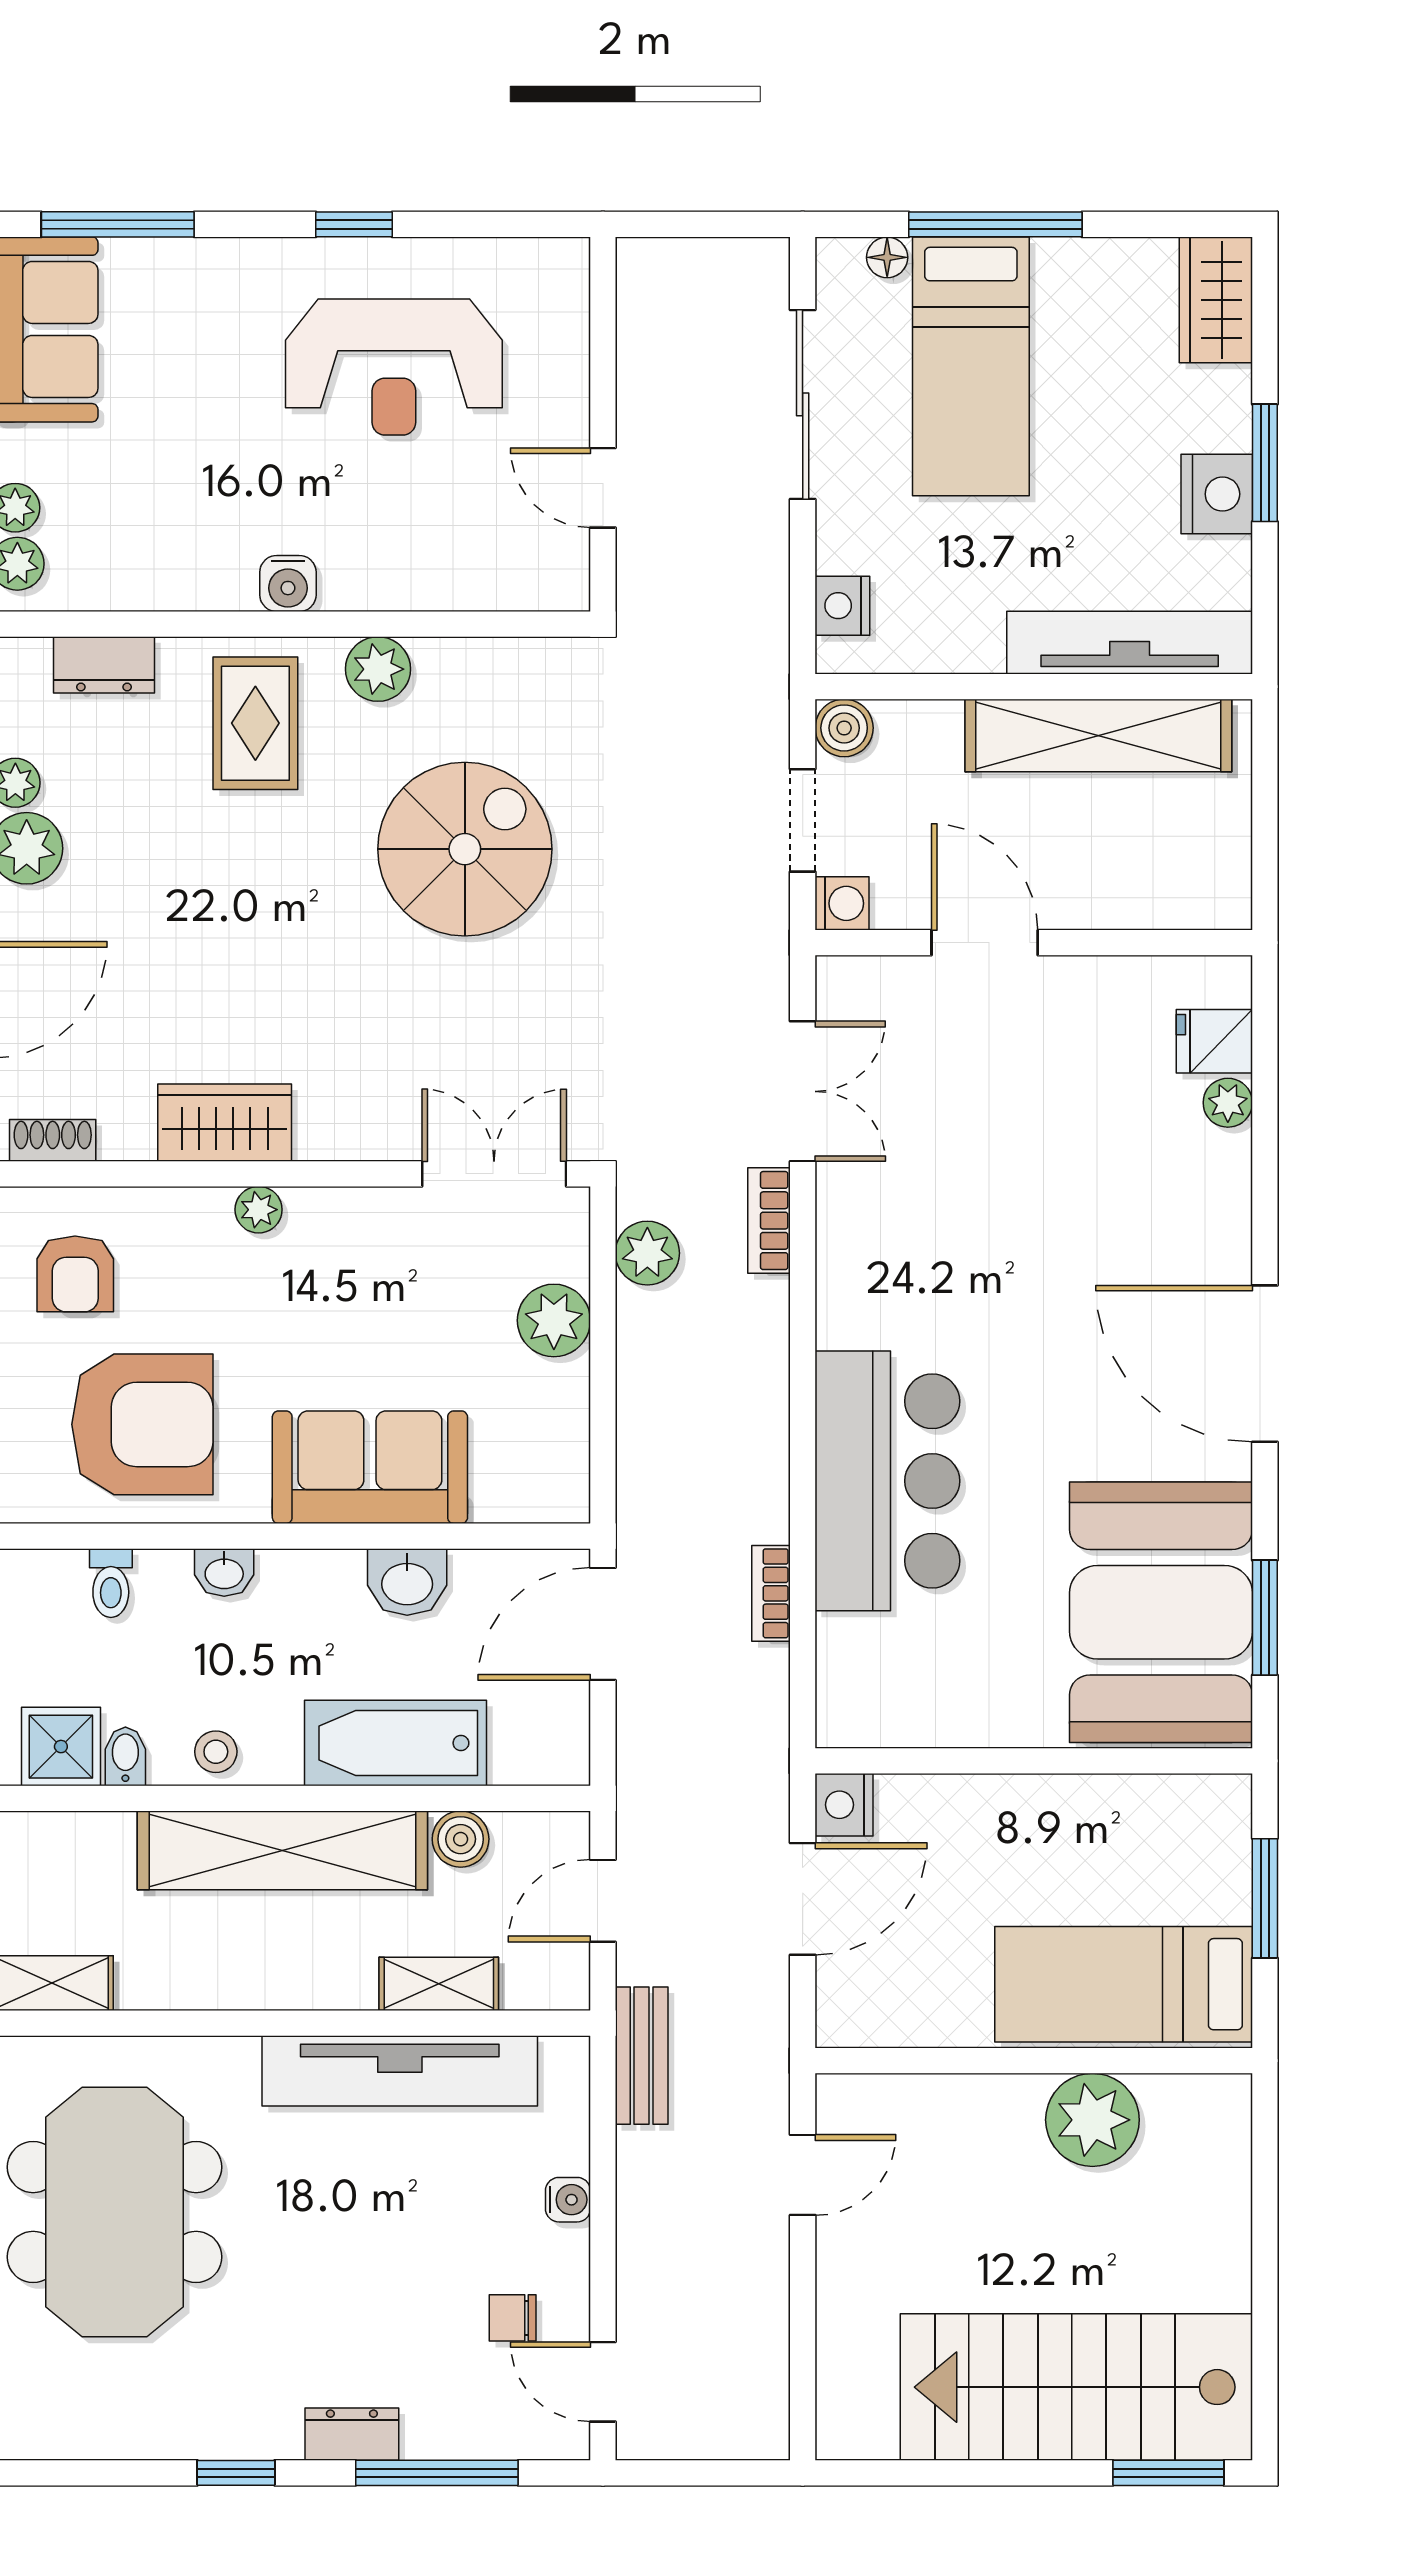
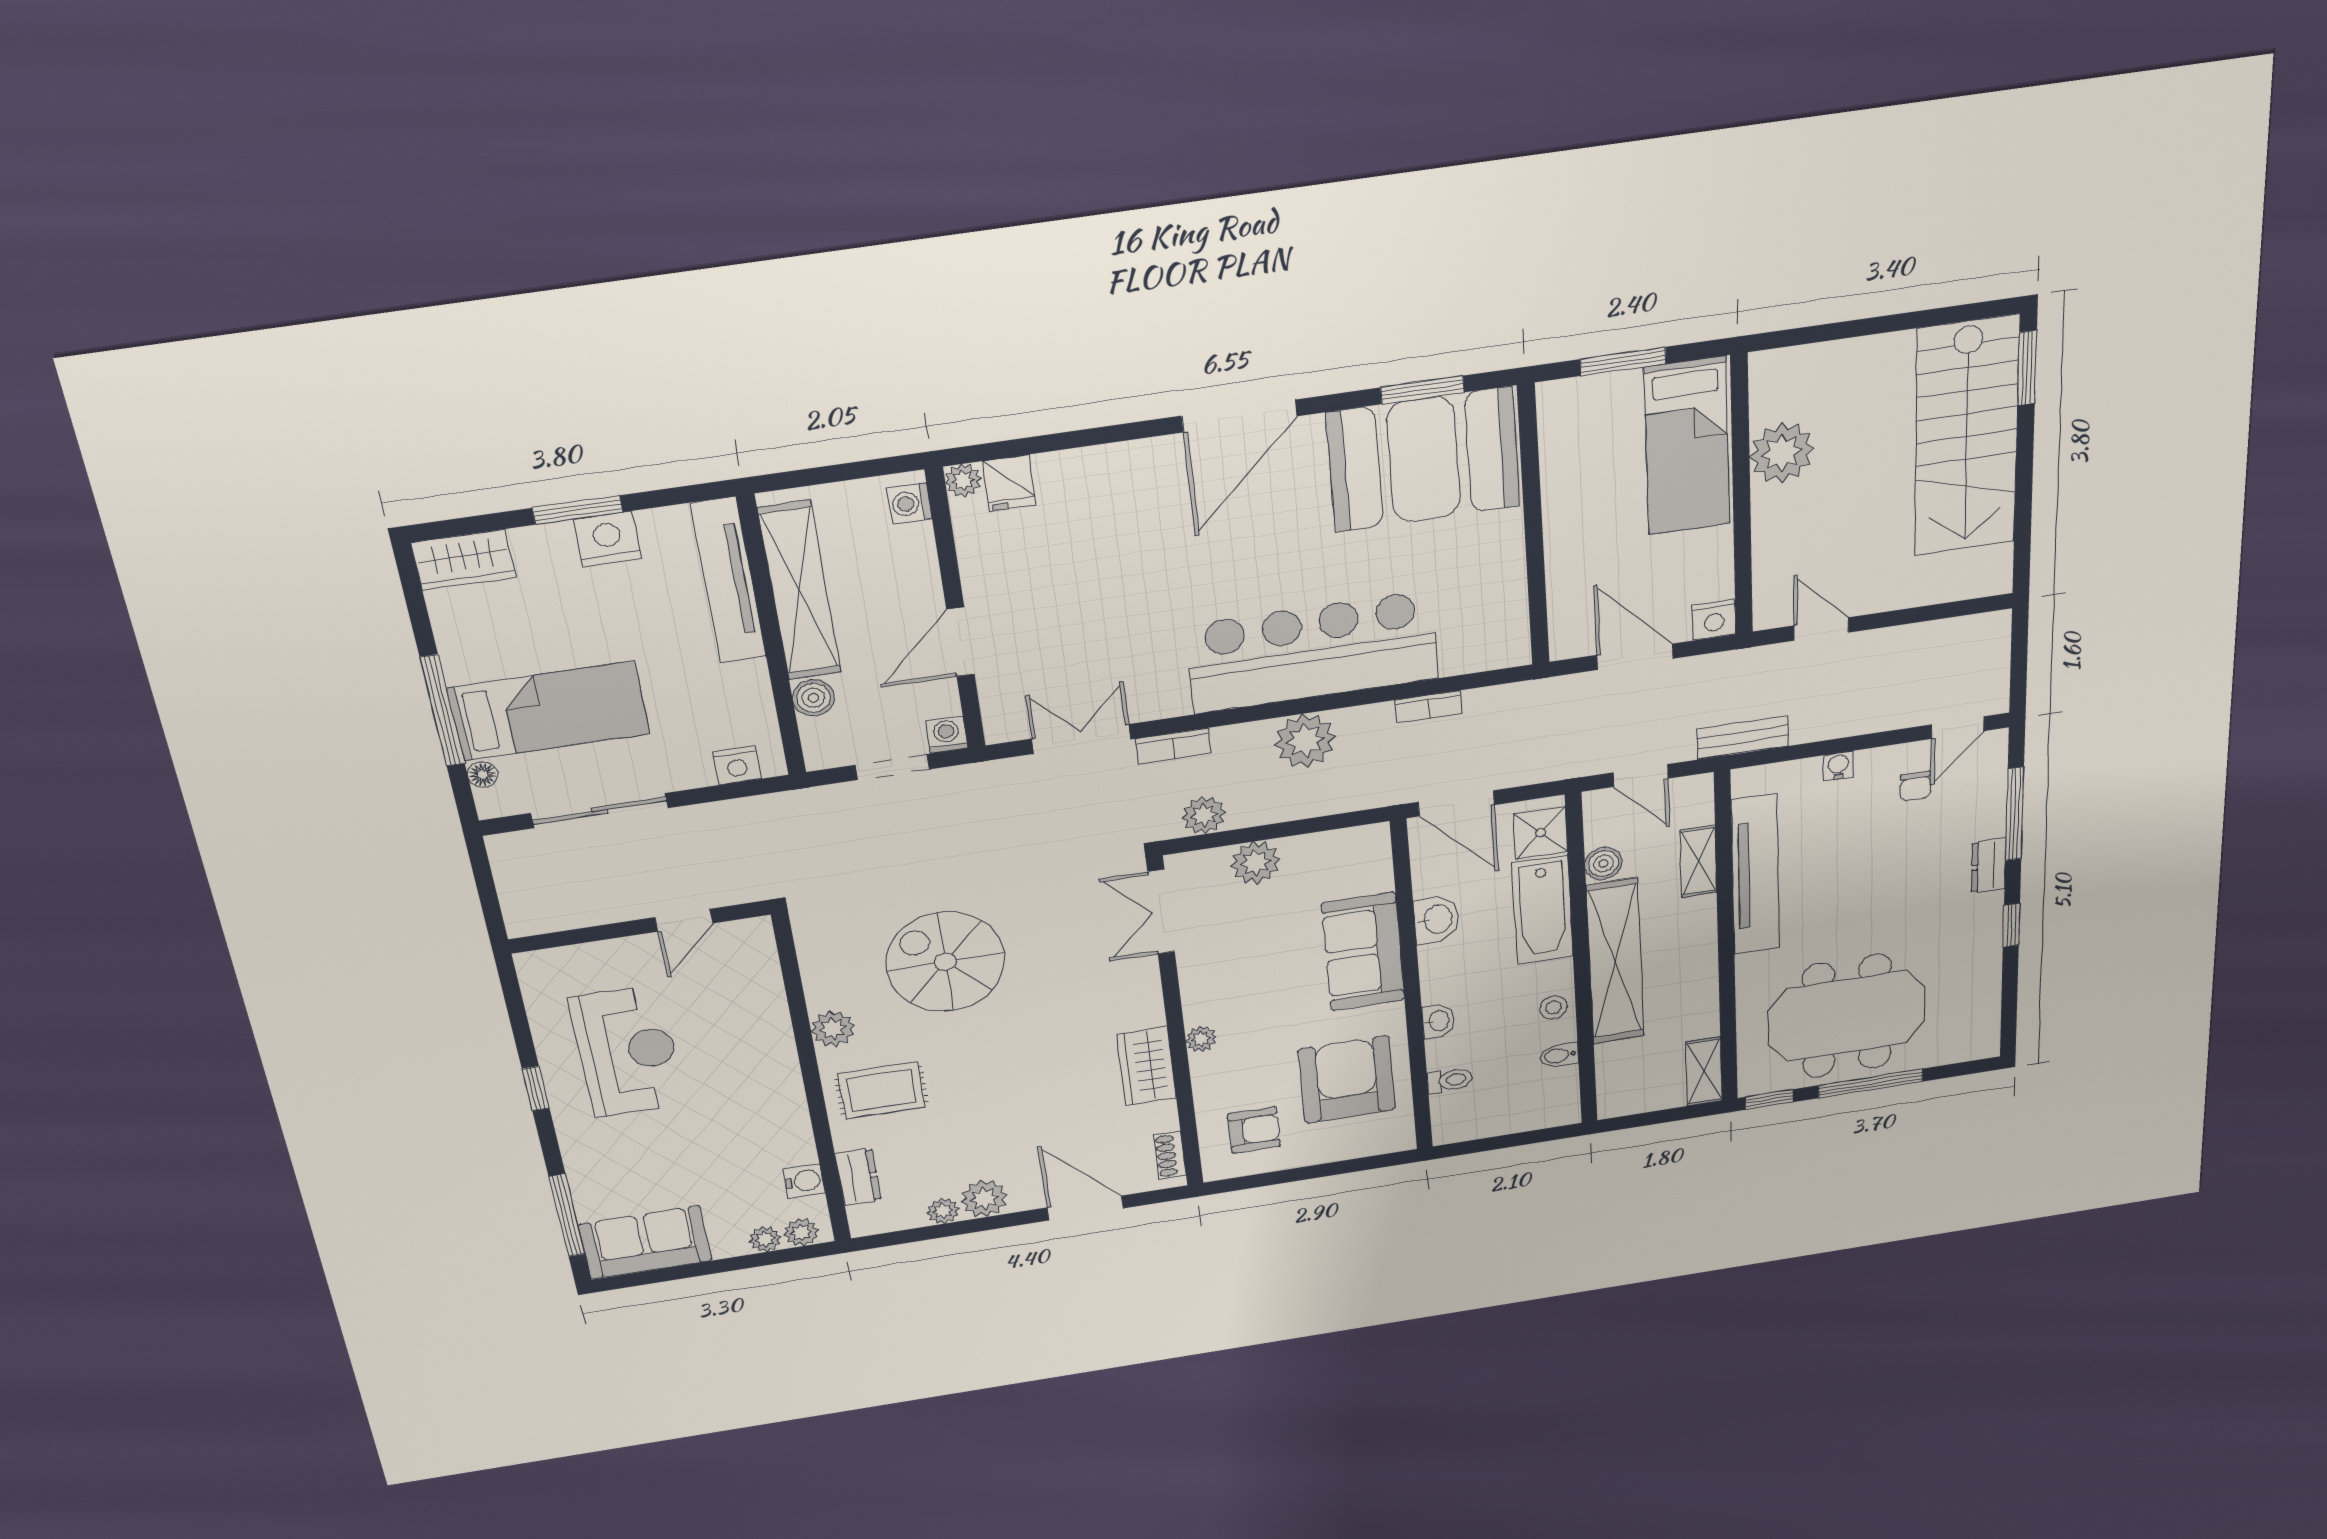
water cooler: (288, 584) -> (804, 1181), moved
boiler: (844, 728) -> (813, 698), moved
washing machine: (1205, 903) -> (910, 504), added
plant: (1228, 1103) -> (963, 481), moved
plant: (745, 1411) -> (1305, 741), added
bar counter: (887, 1481) -> (1313, 652), width x1.36
shower: (61, 1747) -> (1541, 833), moved
nightstand: (844, 1805) -> (1714, 620), moved

